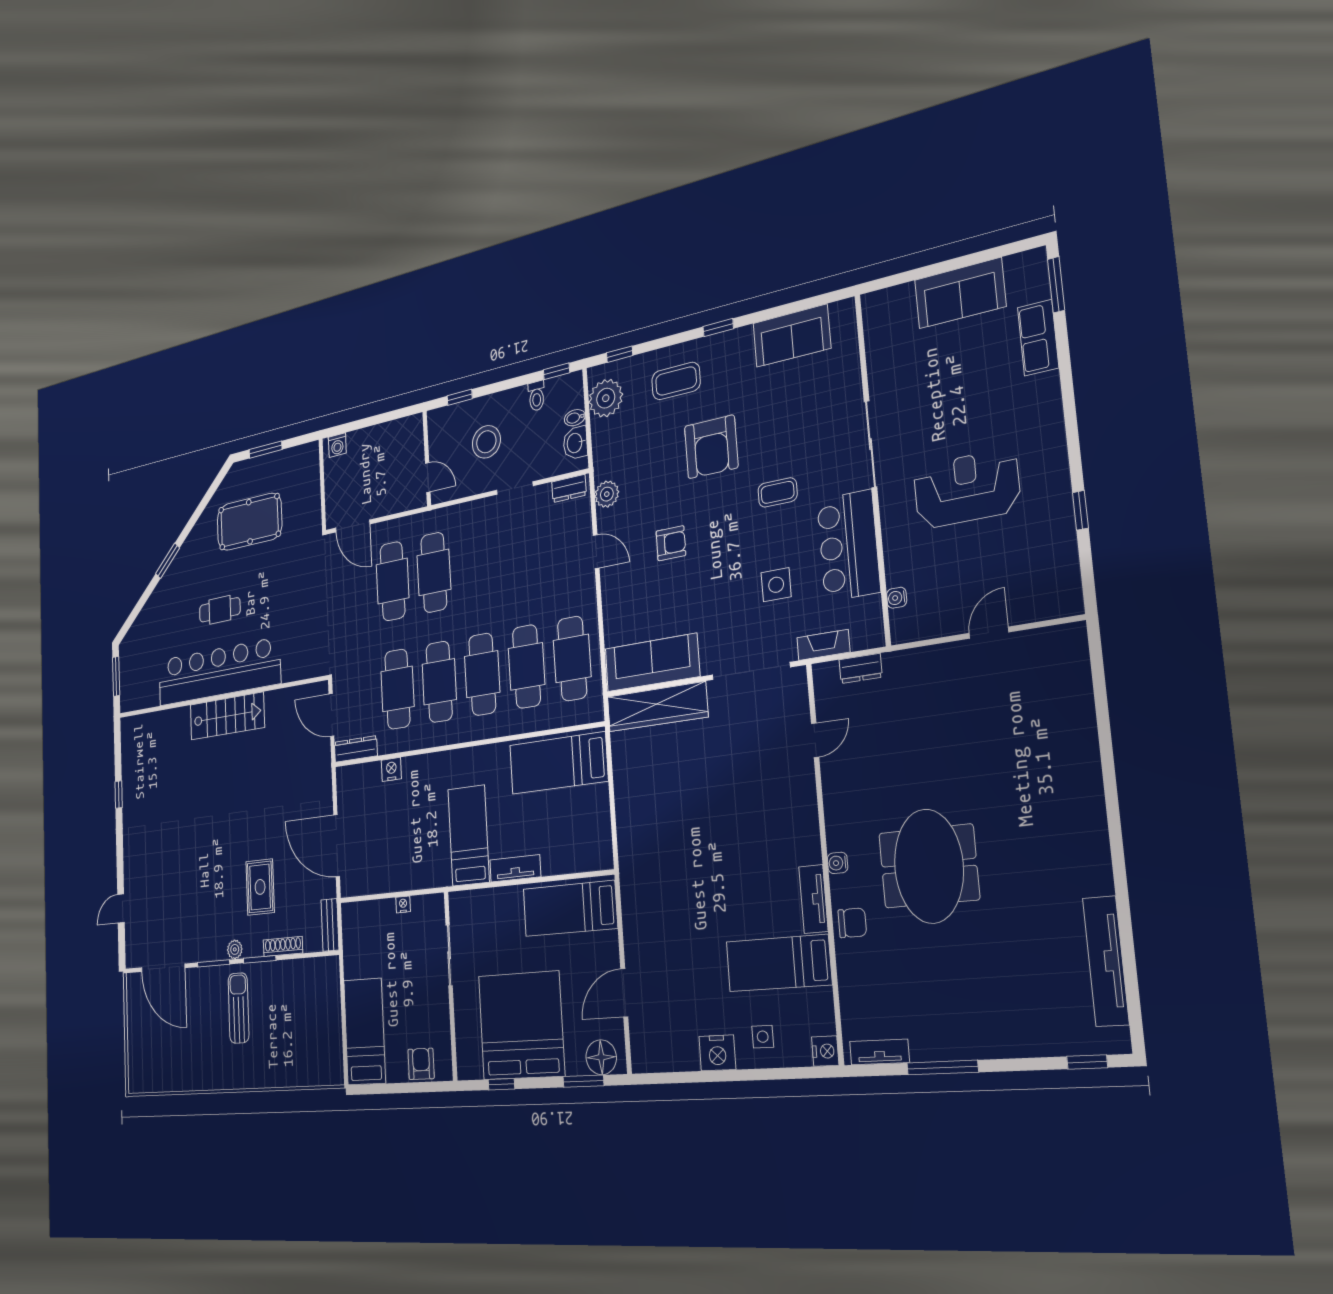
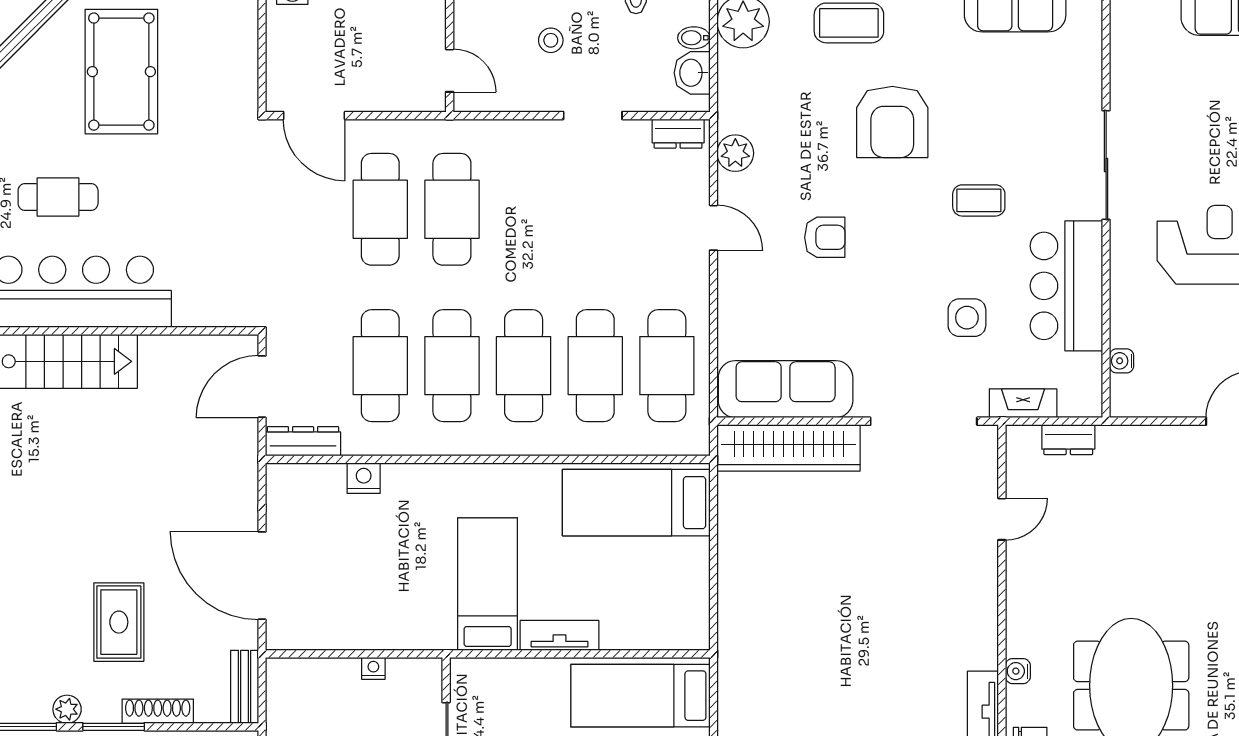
stool: (486, 442) -> (551, 40), width x0.53, depth x0.53
pool table: (249, 522) -> (121, 72), turned 90
door: (331, 715) -> (262, 387), hinge flipped

